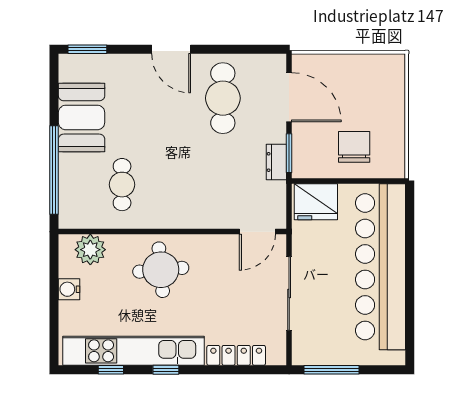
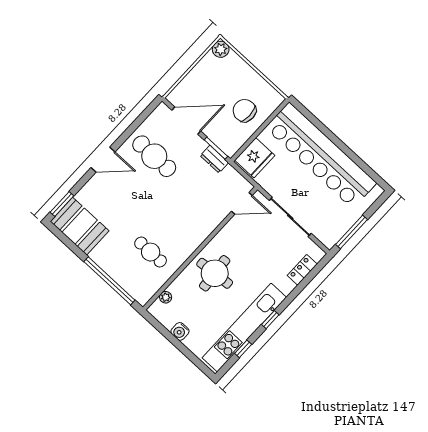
plant: (394, 65) -> (221, 49), added
booth: (82, 117) -> (80, 226), moved
door: (257, 232) -> (242, 203), hinge flipped
plant: (90, 250) -> (166, 297), width x0.53, depth x0.53
locker: (236, 355) -> (302, 270), width x0.66

